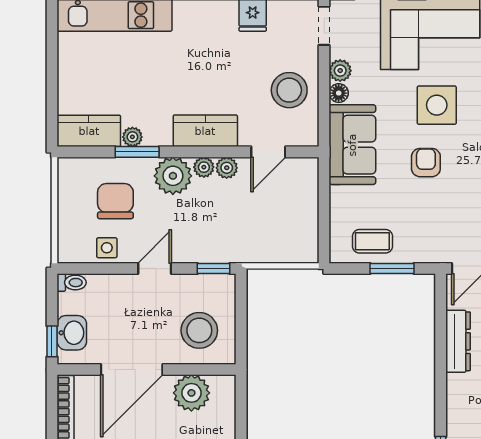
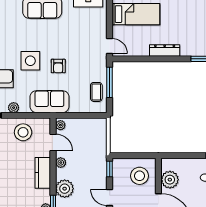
floor lamp: (339, 93) -> (24, 108), removed
armchair: (426, 163) -> (58, 66), turned -90
plant: (204, 167) -> (60, 125), moved
window: (392, 268) -> (110, 82), width x1.44
dresser: (458, 341) -> (165, 50), moved

